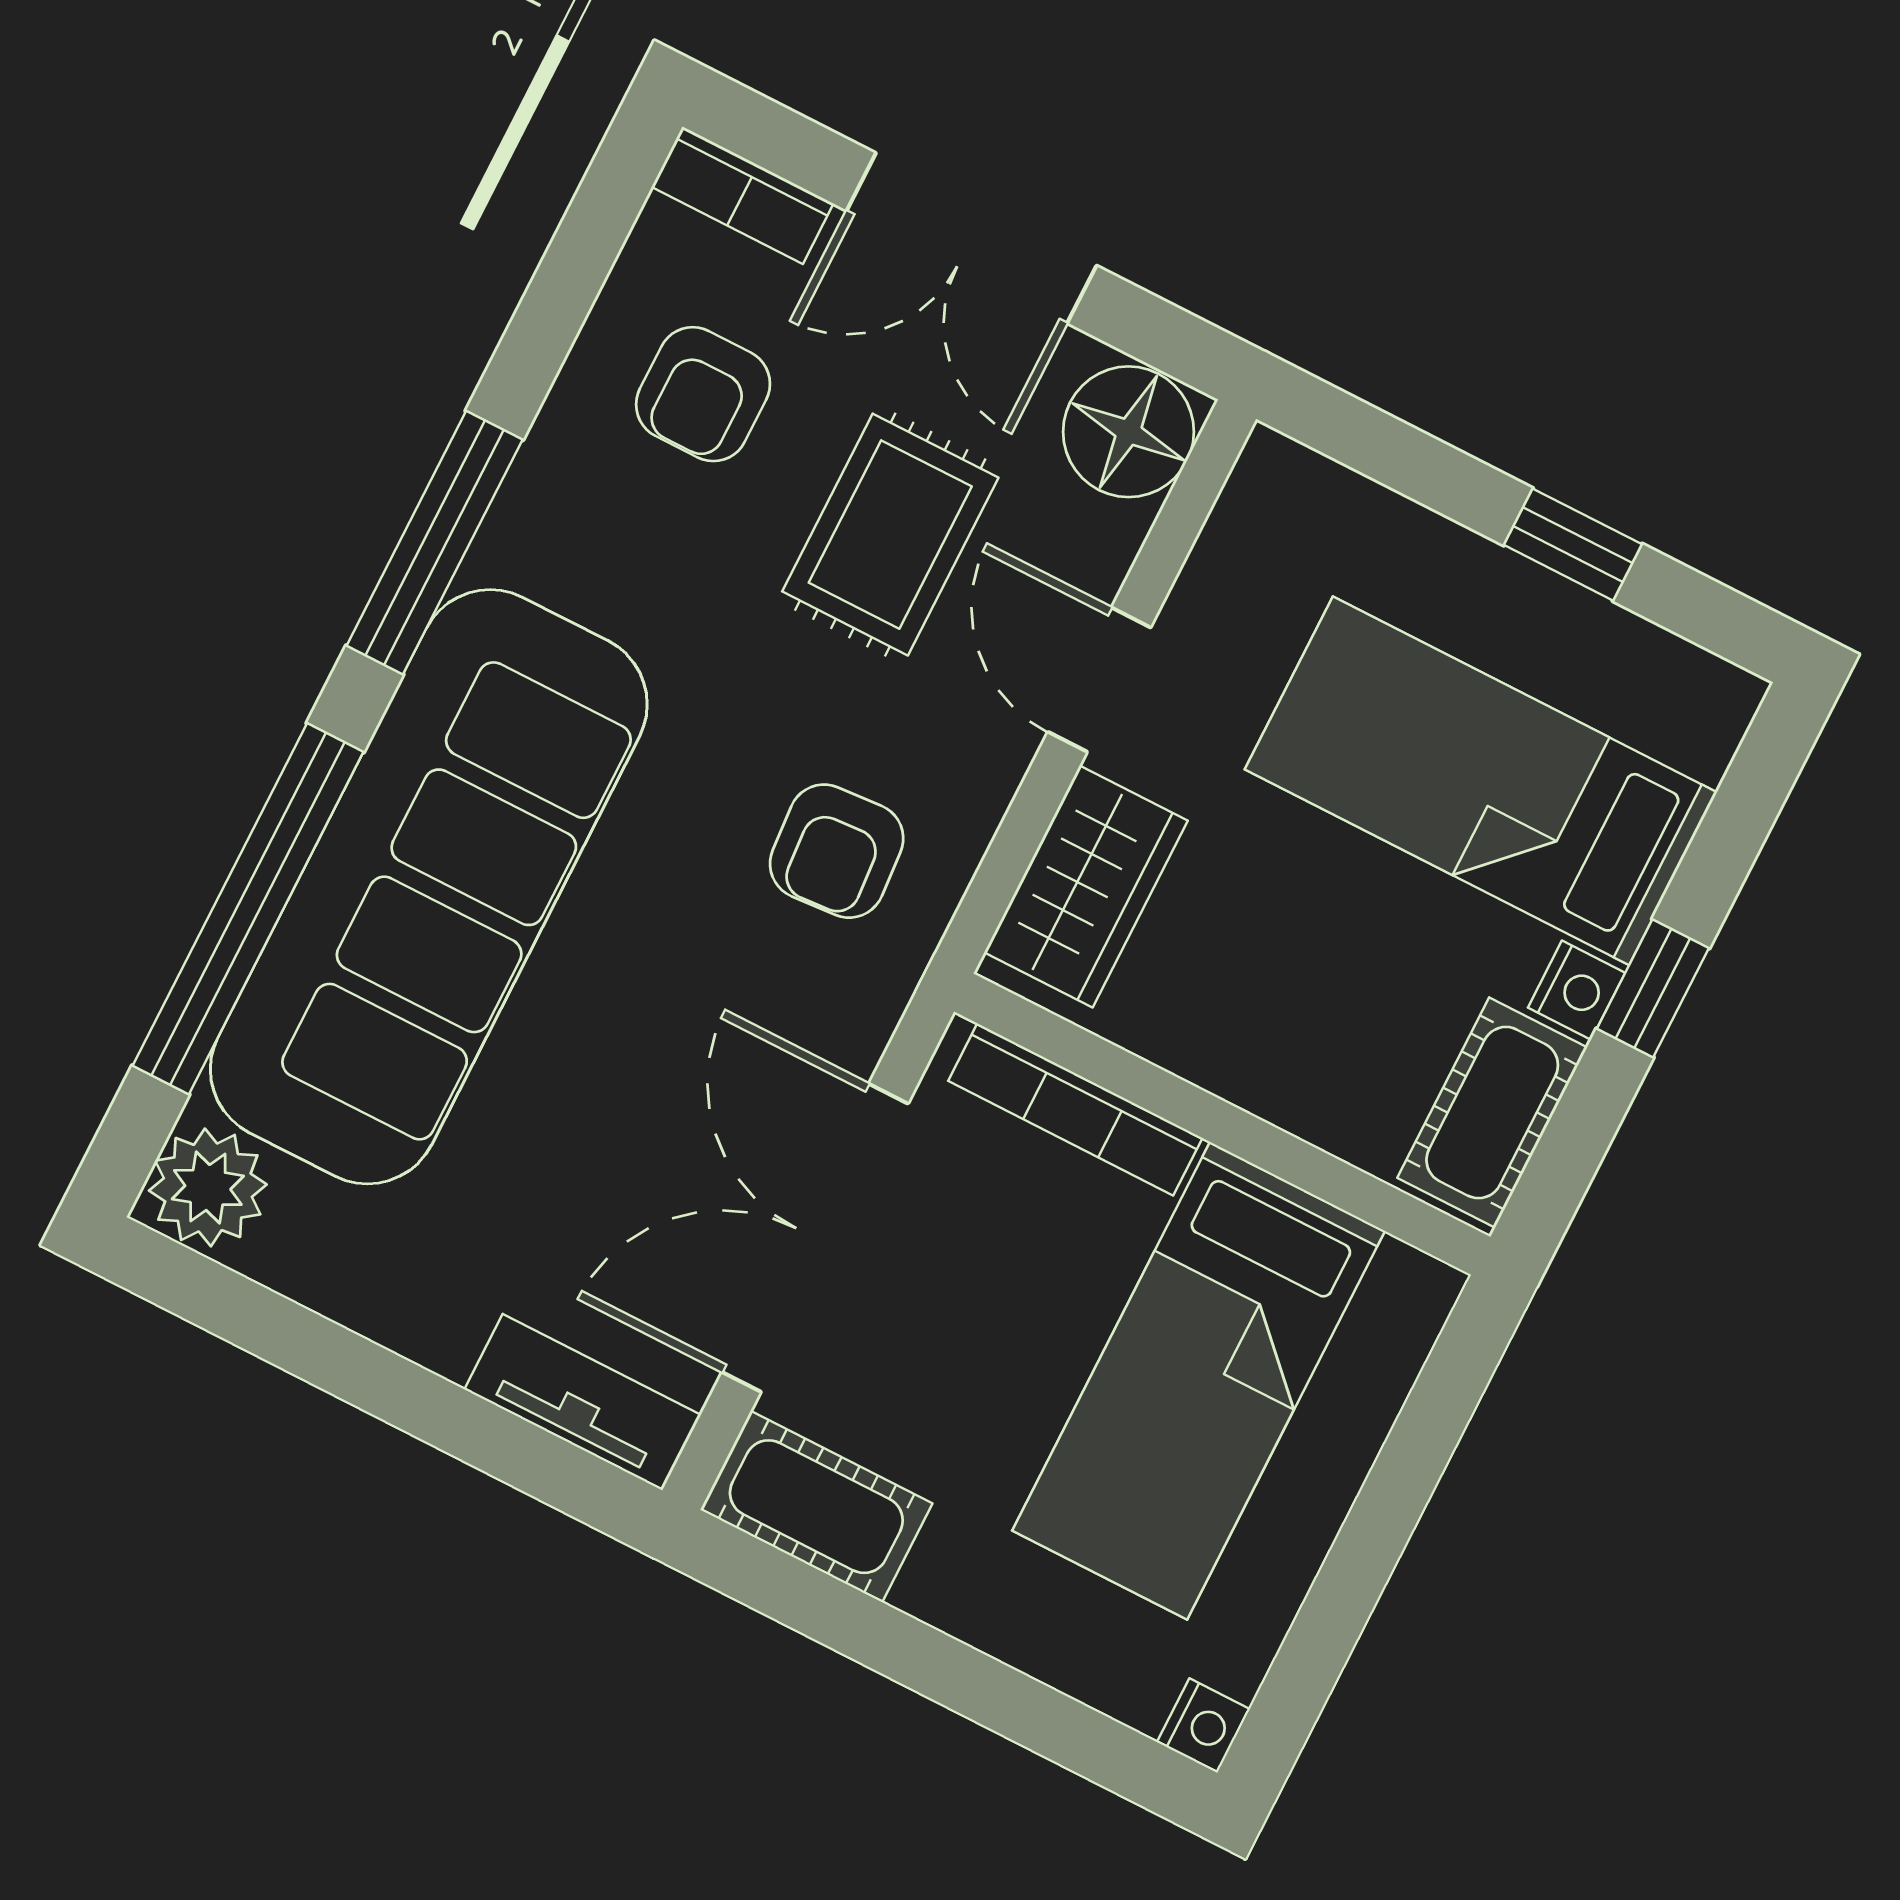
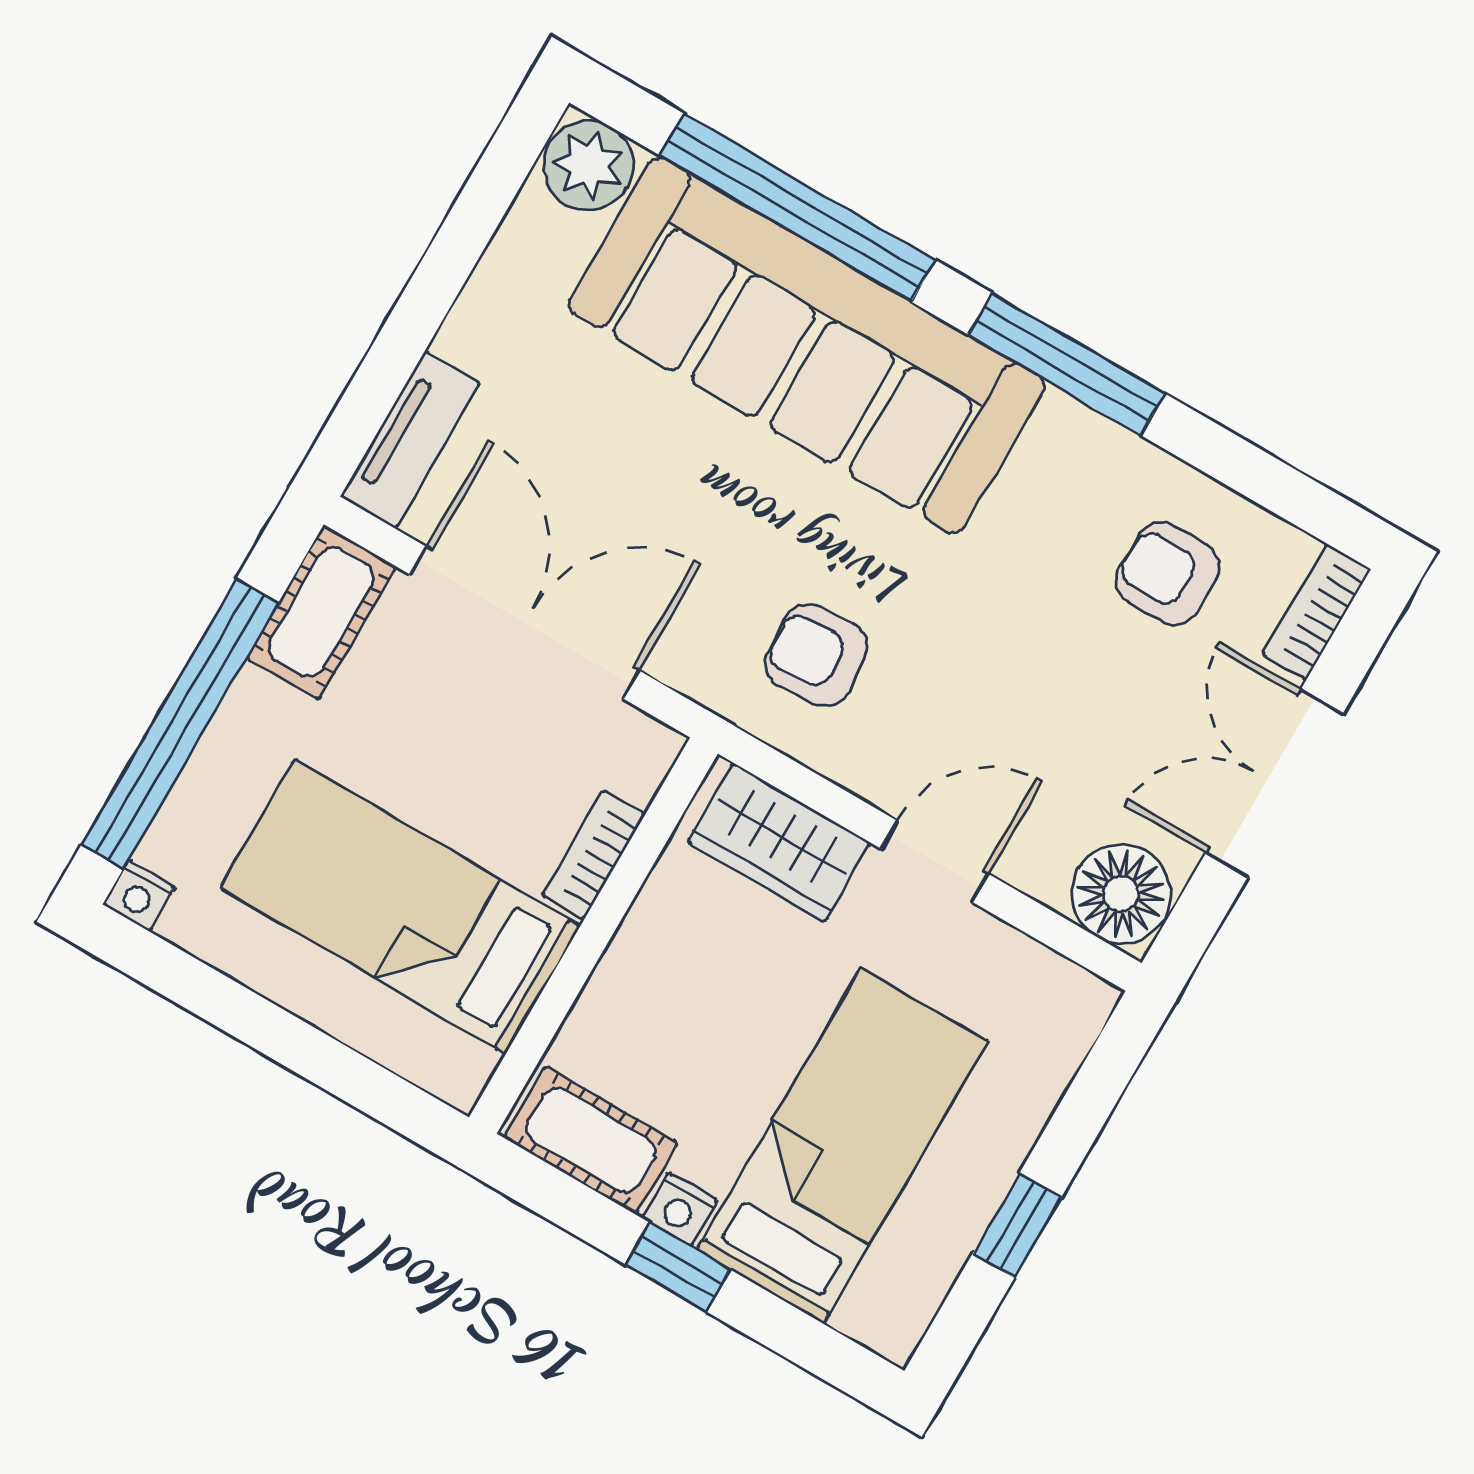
rug: (890, 535) -> (1053, 709), removed
bookcase: (1075, 1109) -> (593, 855), width x0.64
window: (974, 1685) -> (180, 724), added

